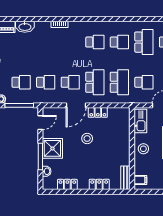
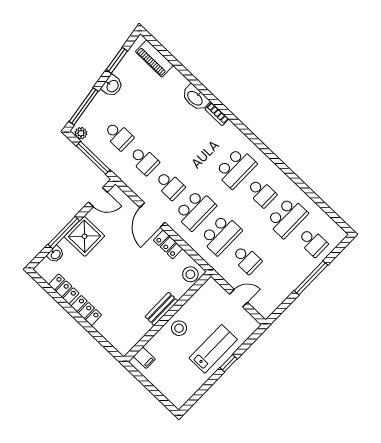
washbasin: (25, 27) -> (195, 98), moved
school desk: (95, 42) -> (236, 168), width x1.85
door: (76, 105) -> (152, 215), hinge flipped
kitchen sink: (140, 121) -> (204, 296), removed
stool: (87, 138) -> (190, 274), moved
bench: (125, 178) -> (161, 309), moved
locker: (99, 184) -> (86, 311), moved

